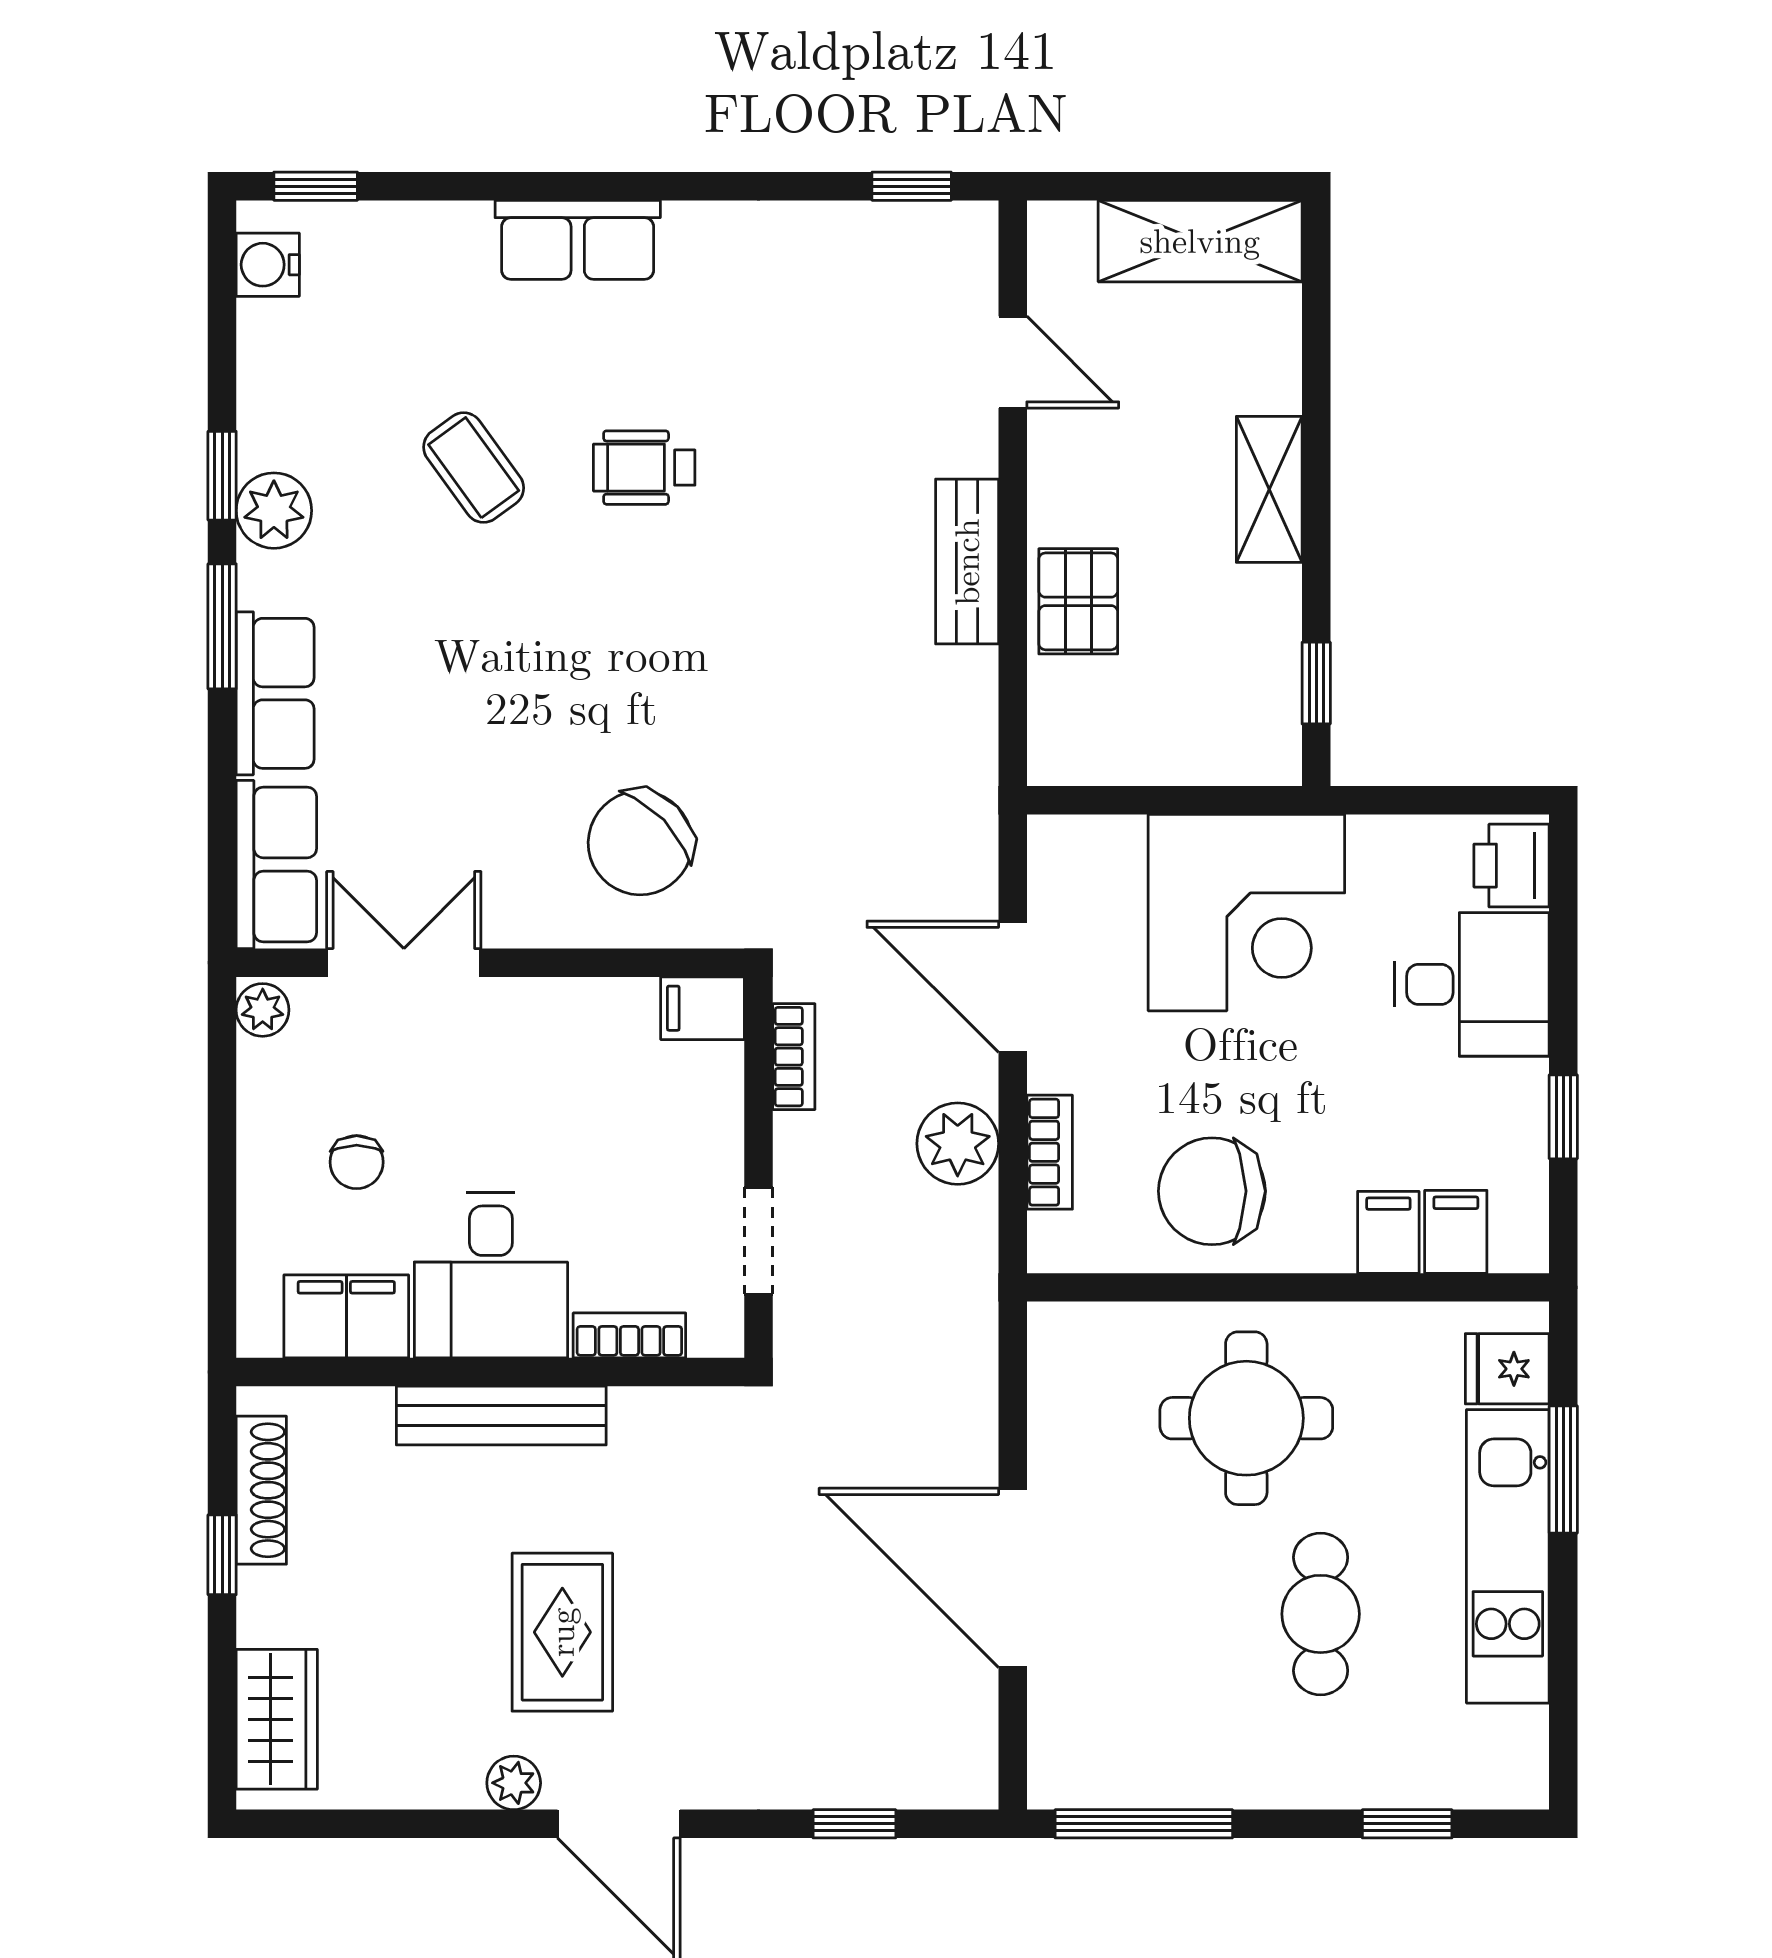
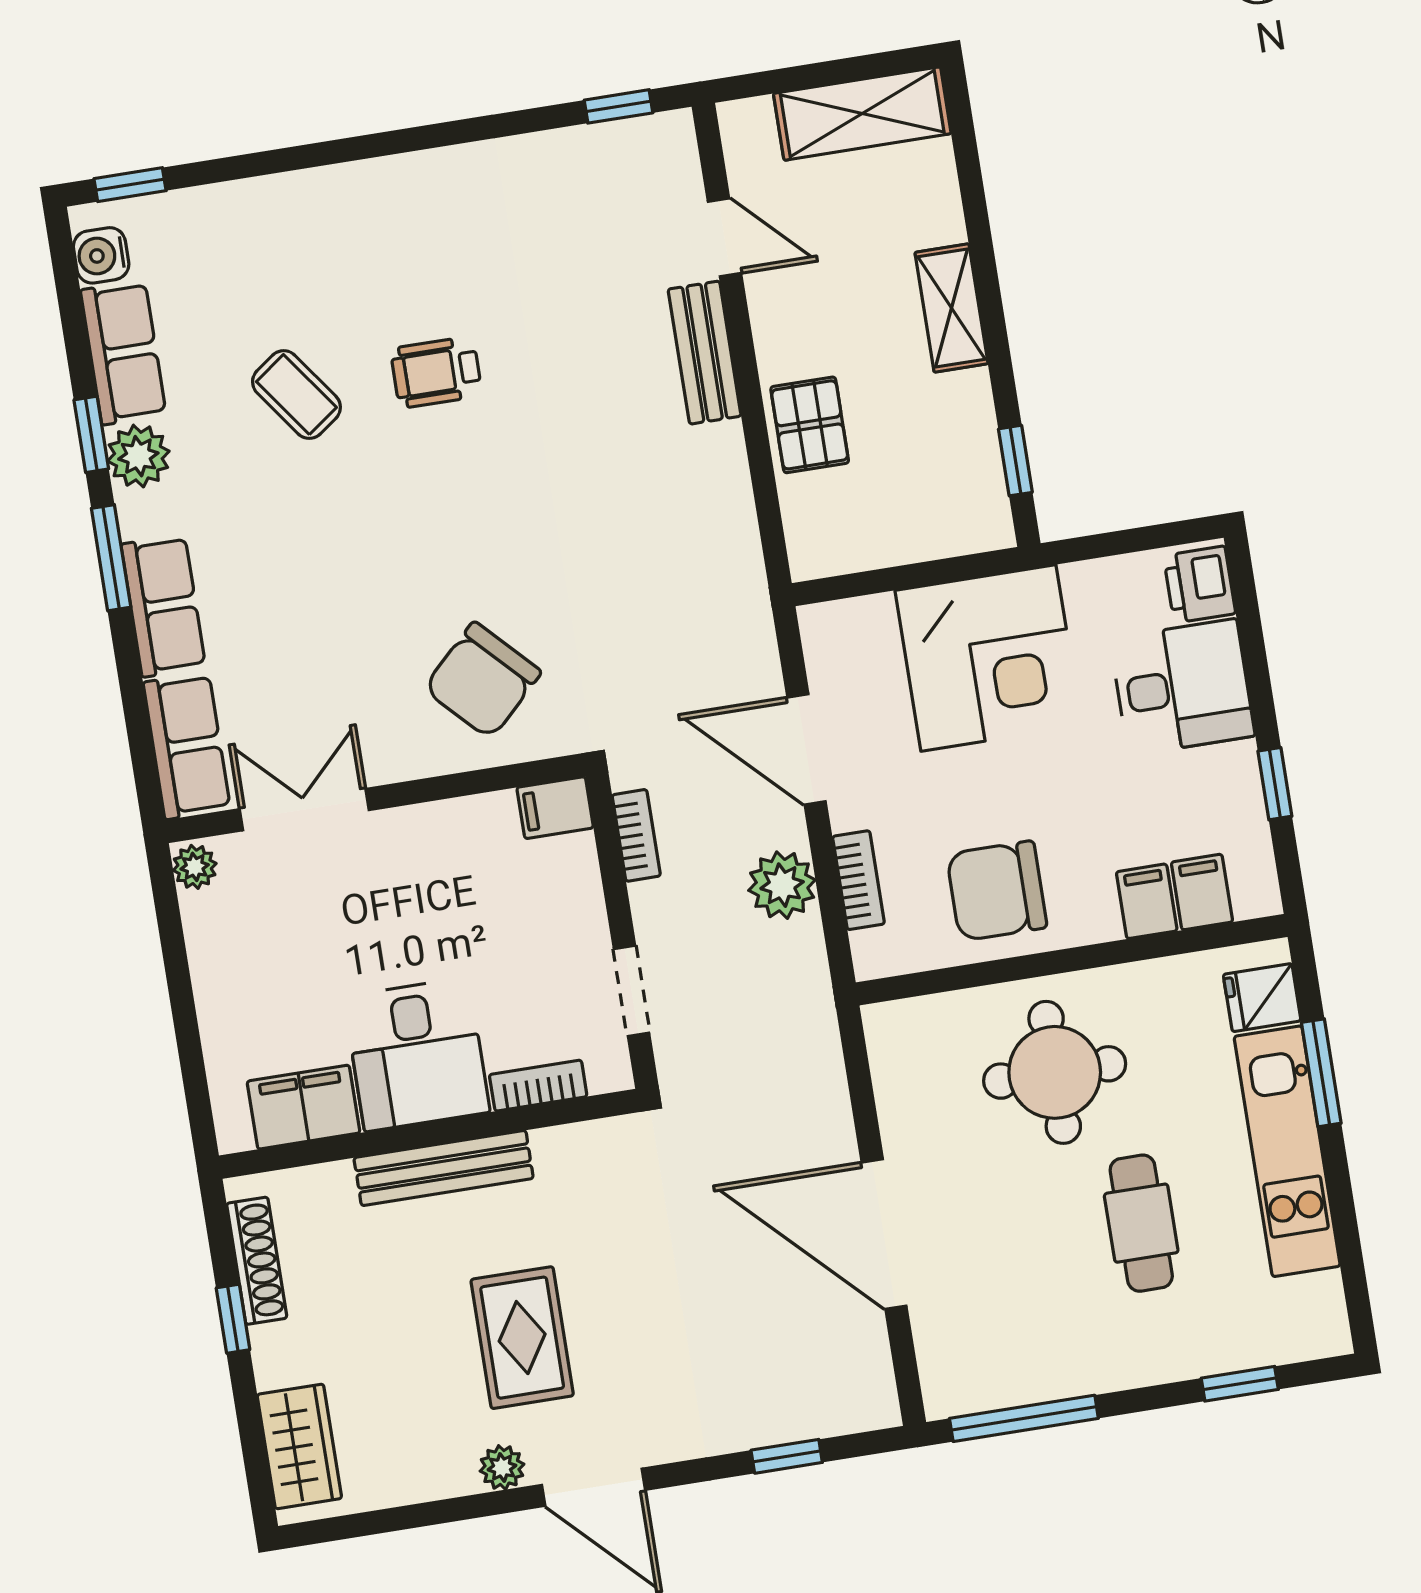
row of seats: (578, 240) -> (123, 353), moved, turned -90
bench: (967, 562) -> (705, 353), moved
chair: (357, 1162) -> (292, 979), removed

